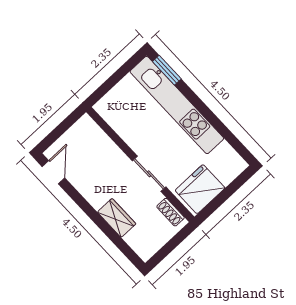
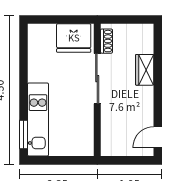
kitchen unit: (177, 105) -> (38, 119), width x0.73
sliding door: (149, 174) -> (97, 79), width x1.37

